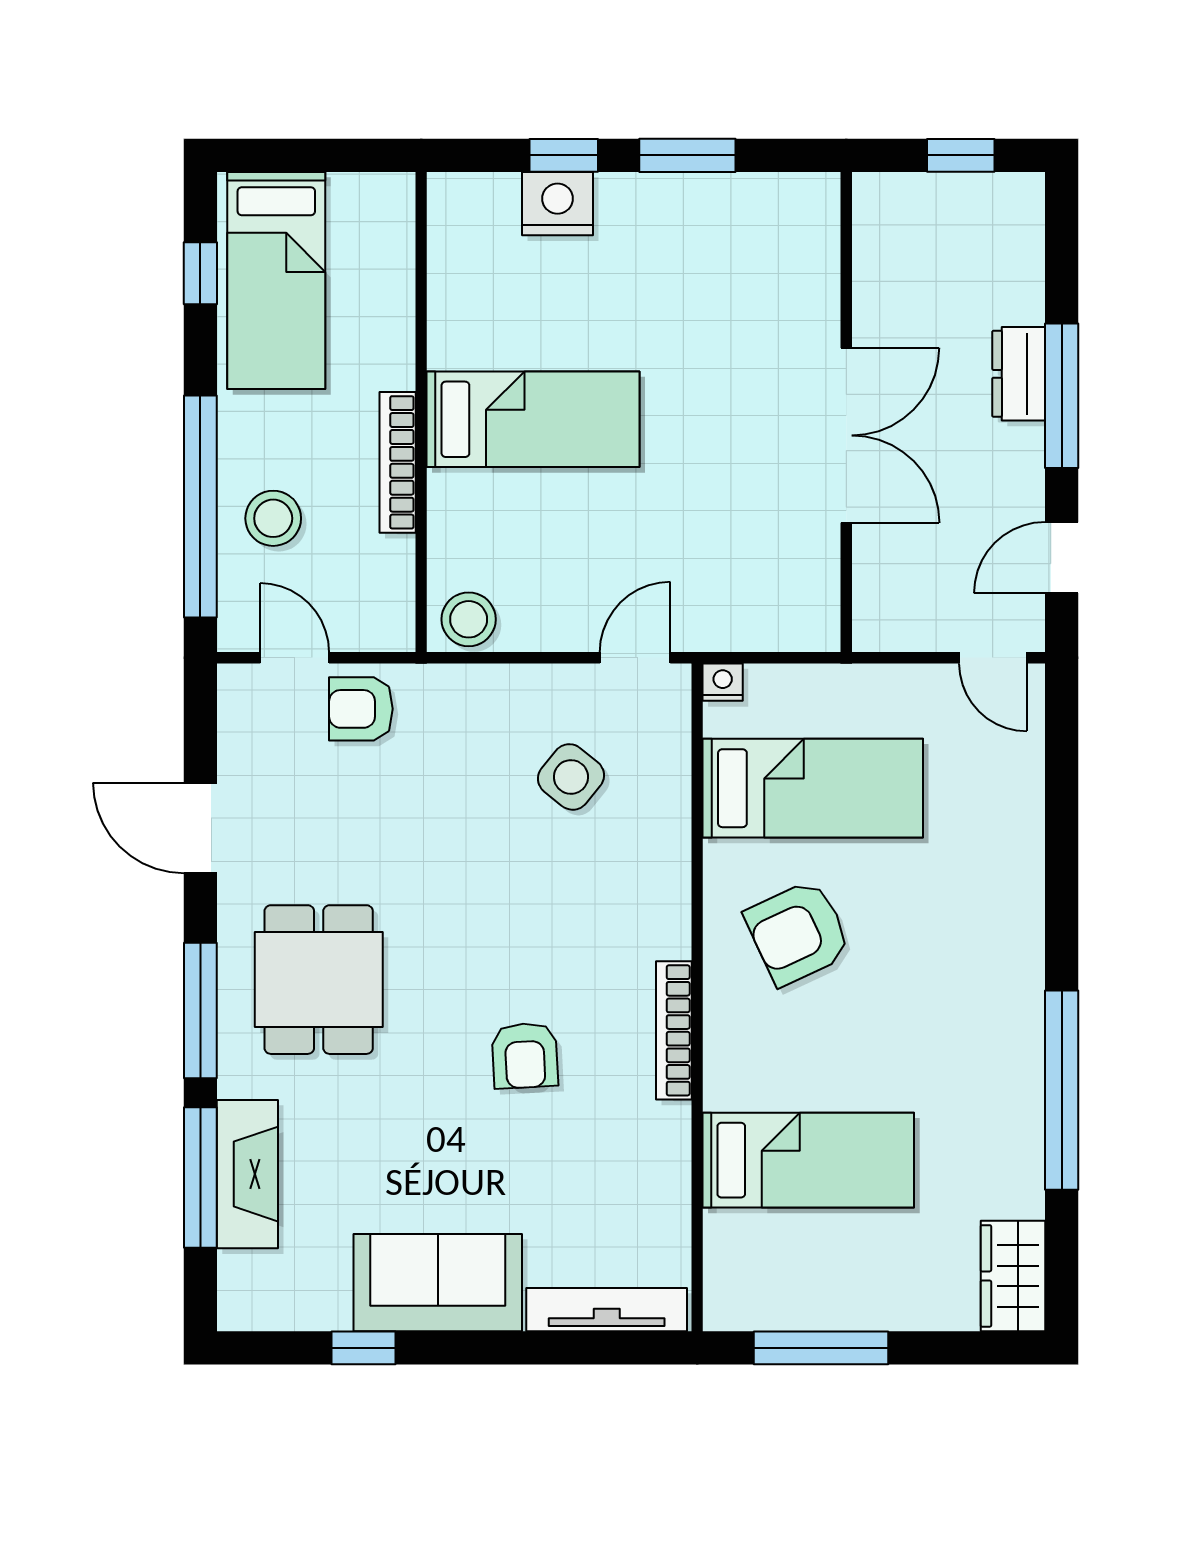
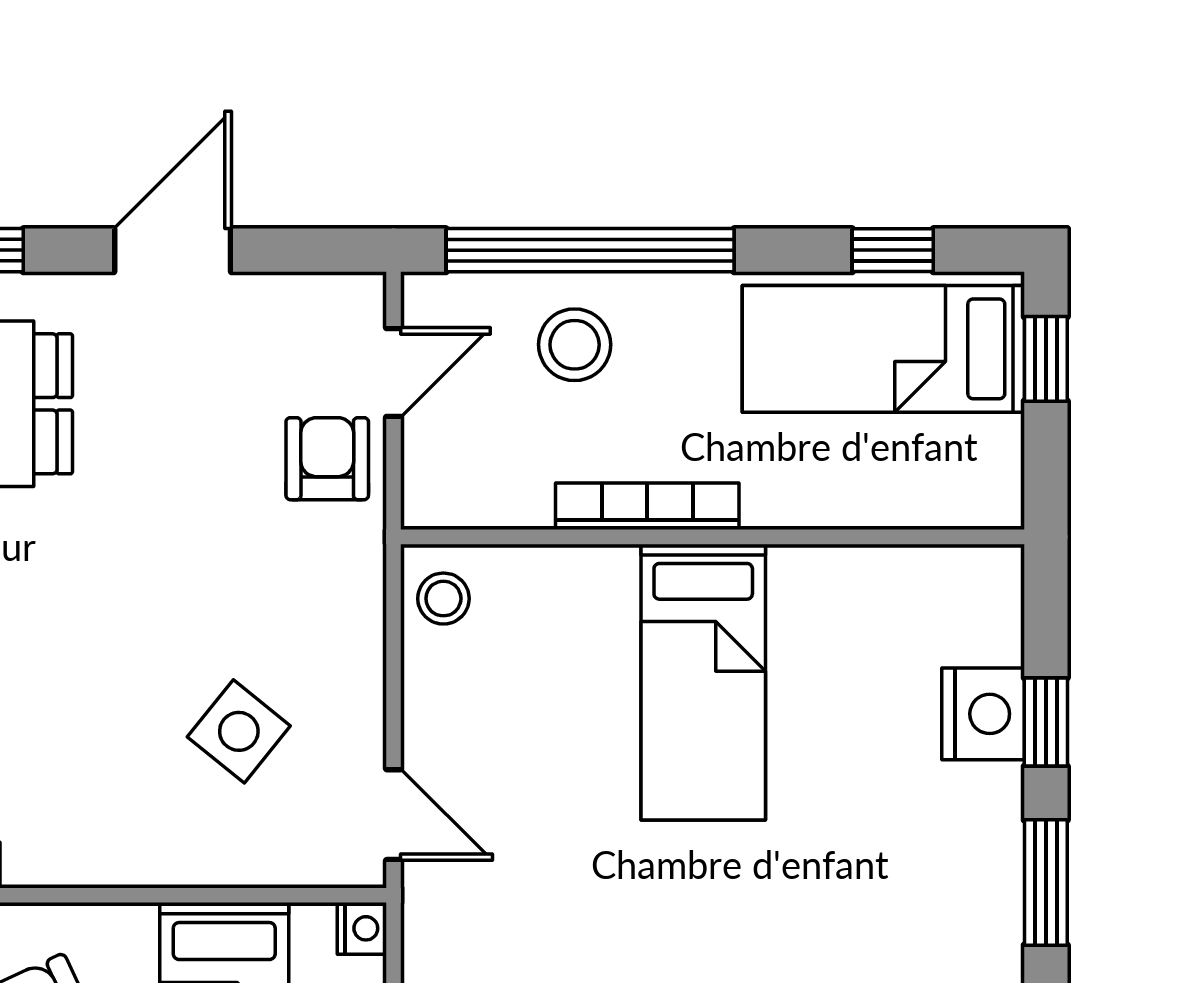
window: (284, 155) -> (1046, 359), added
stool: (469, 619) -> (443, 599), width x0.73, depth x0.73

